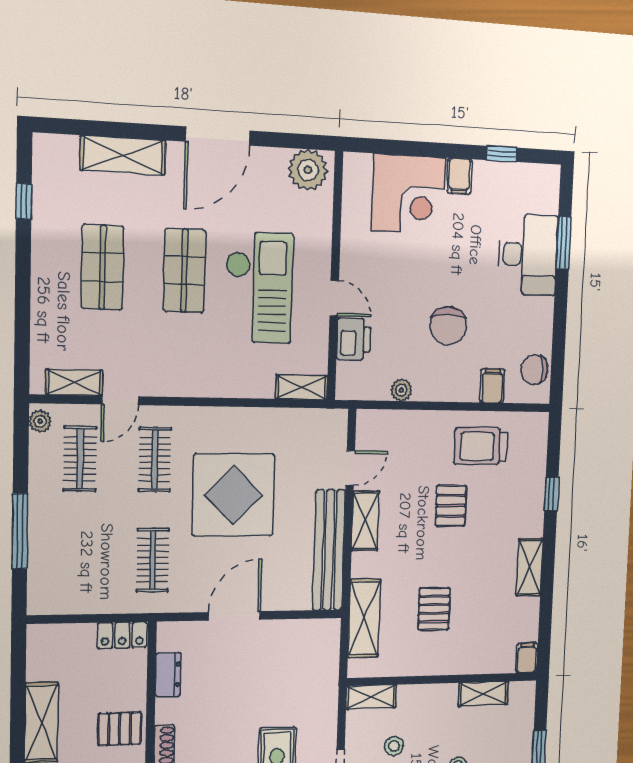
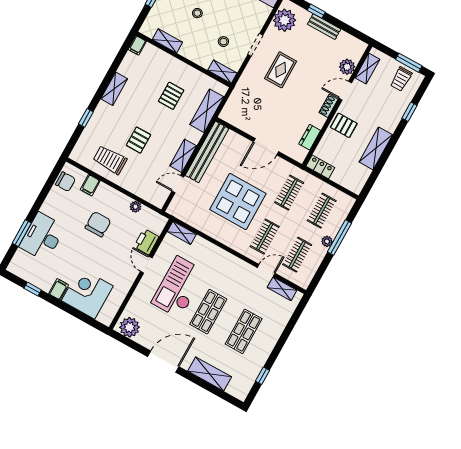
plant: (40, 421) -> (327, 241), moved
trolley: (481, 446) -> (110, 160), turned 180
clothes rail: (78, 561) -> (322, 211), added

